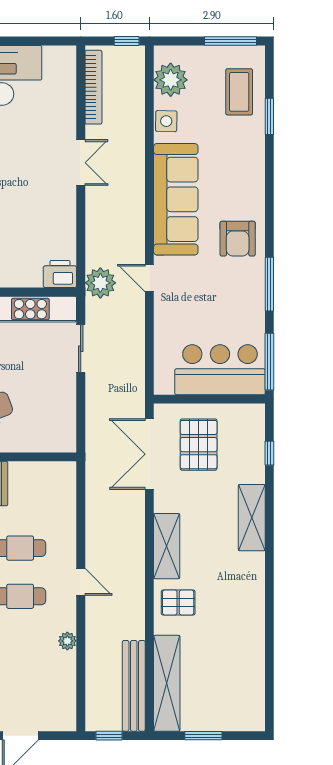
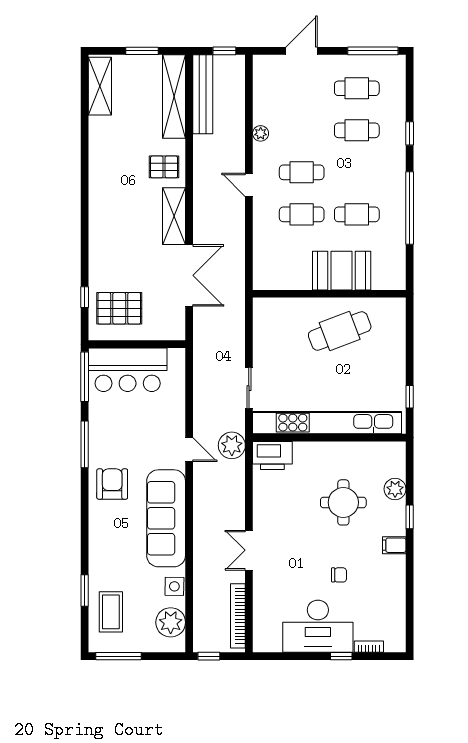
printer: (60, 274) -> (272, 456), width x1.37, depth x1.19
pallet: (199, 445) -> (119, 308), moved, turned 90
double door: (149, 454) -> (189, 275), moved
shelving: (252, 518) -> (100, 86), moved

